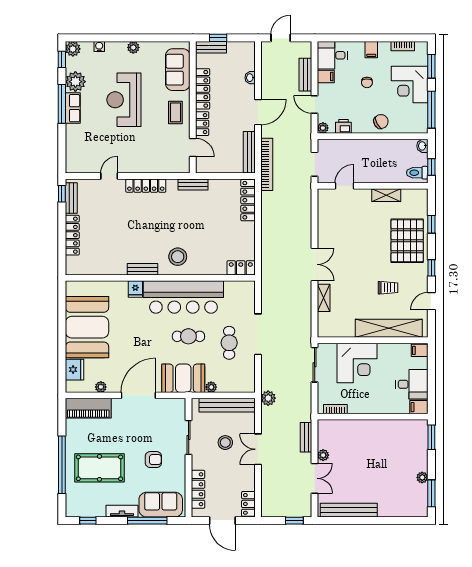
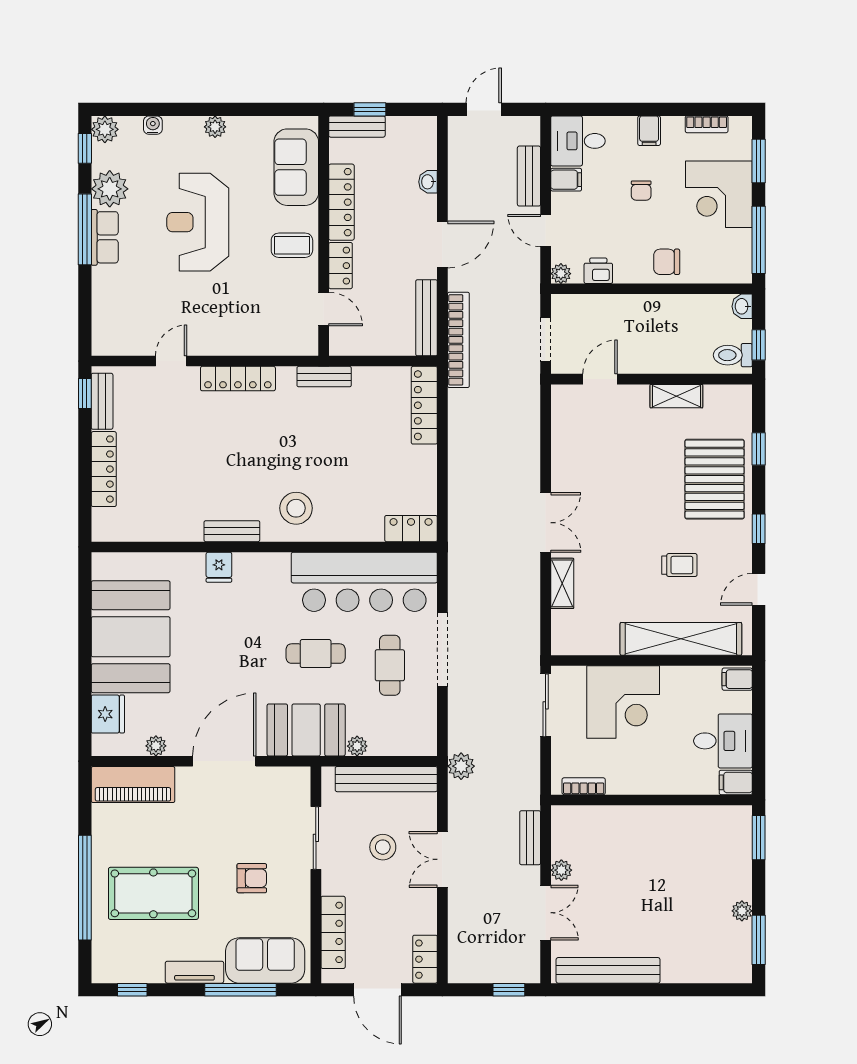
coffee table: (175, 112) -> (292, 245), turned 90
chair: (381, 122) -> (667, 262), turned -150
bar counter: (183, 297) -> (364, 582), moved

